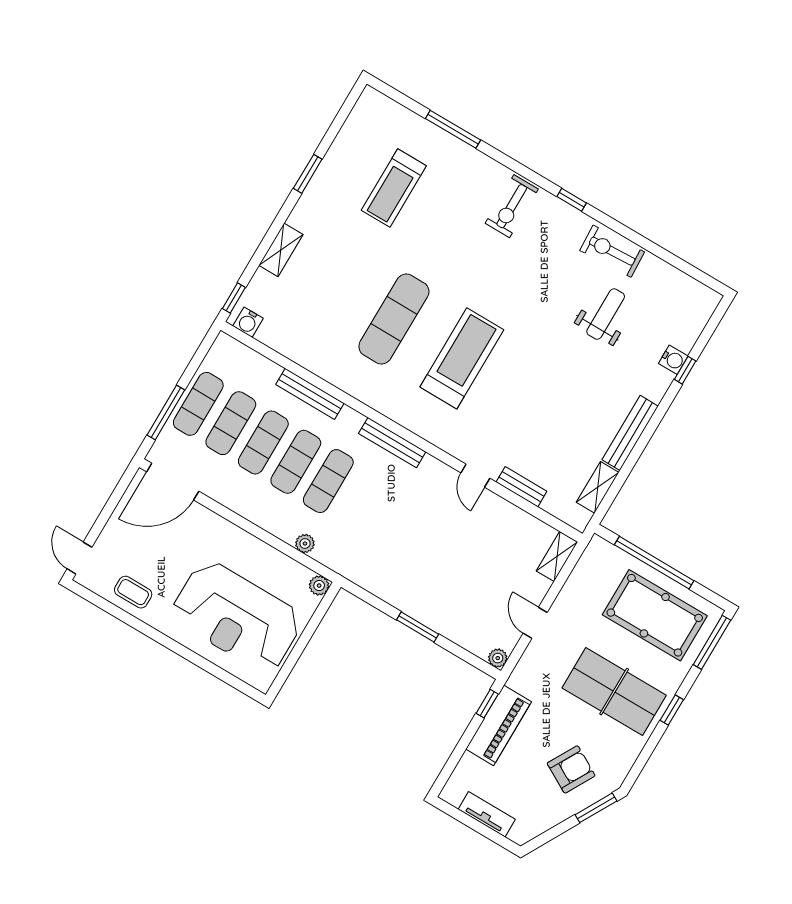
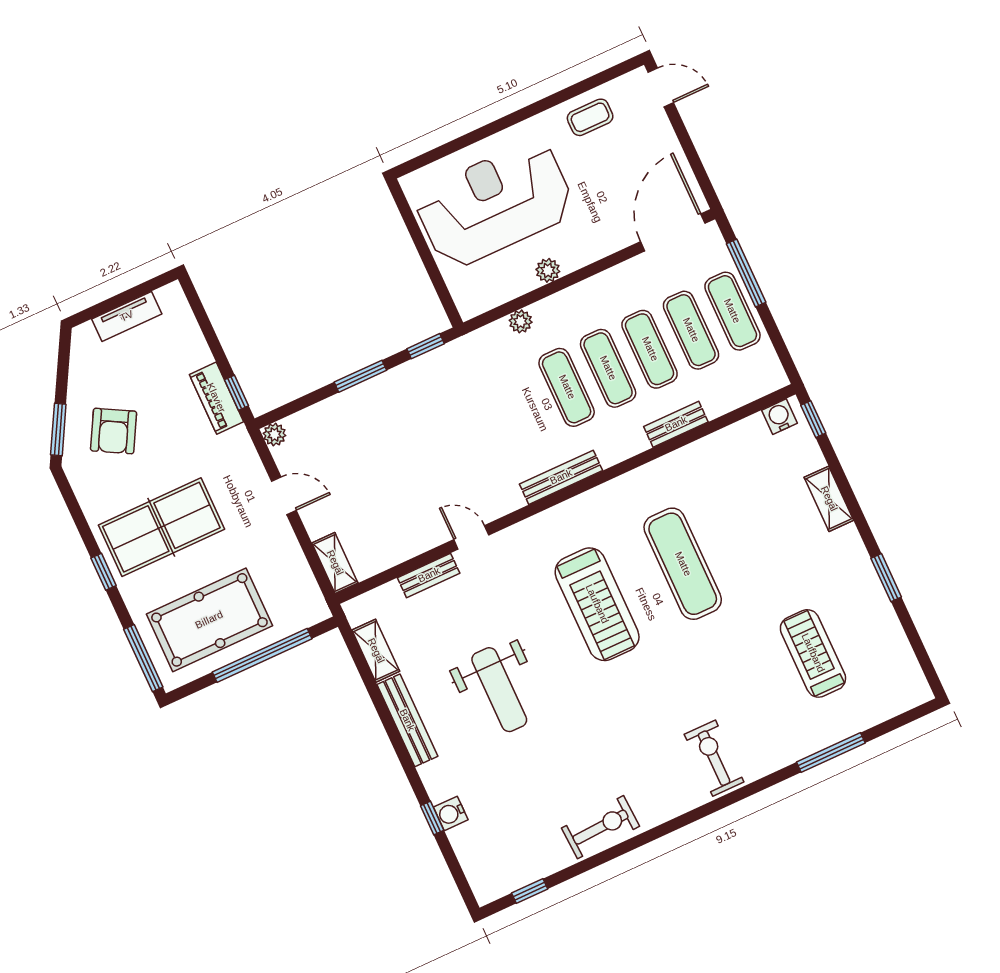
window: (572, 200) -> (530, 891), moved
weight bench: (606, 314) -> (499, 690), moved, width x1.36, depth x1.33
bench: (310, 394) -> (676, 424), width x0.73
plant: (319, 586) -> (548, 270), moved
window: (367, 597) -> (426, 346), added
piano: (499, 725) -> (216, 398), width x0.73, depth x0.75

